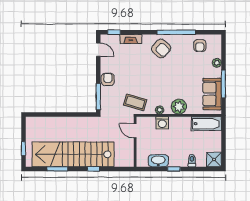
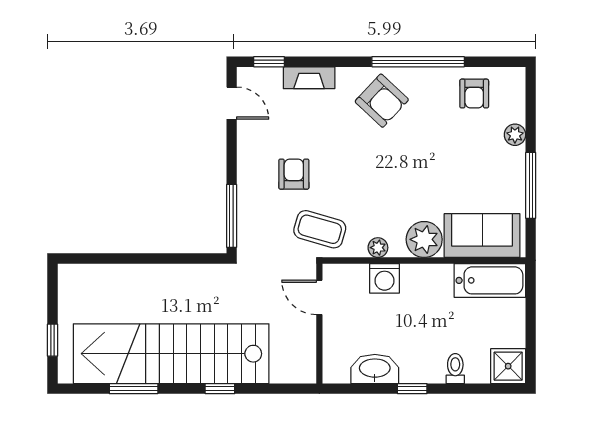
armchair: (108, 79) -> (294, 174), moved
sofa: (212, 94) -> (482, 236), moved, turned 90

